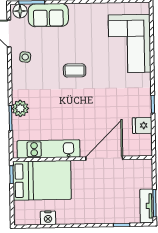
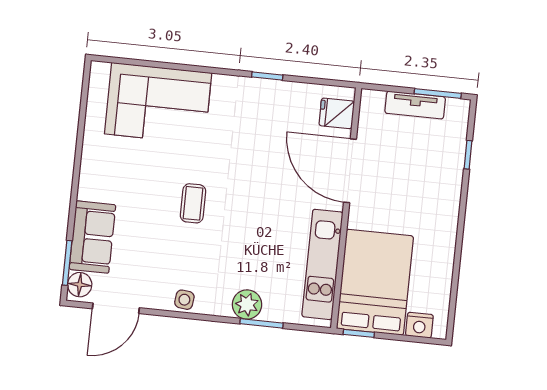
side table: (25, 57) -> (184, 300), moved
fridge: (142, 125) -> (337, 113), moved, turned 90
tv unit: (147, 206) -> (415, 105), moved
nightstand: (48, 218) -> (419, 325), moved, turned 90

